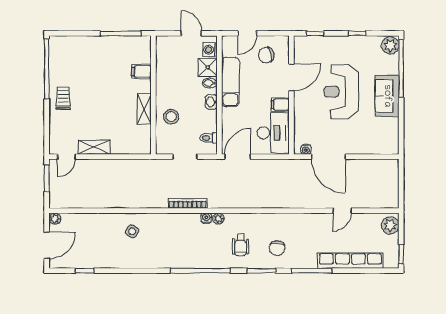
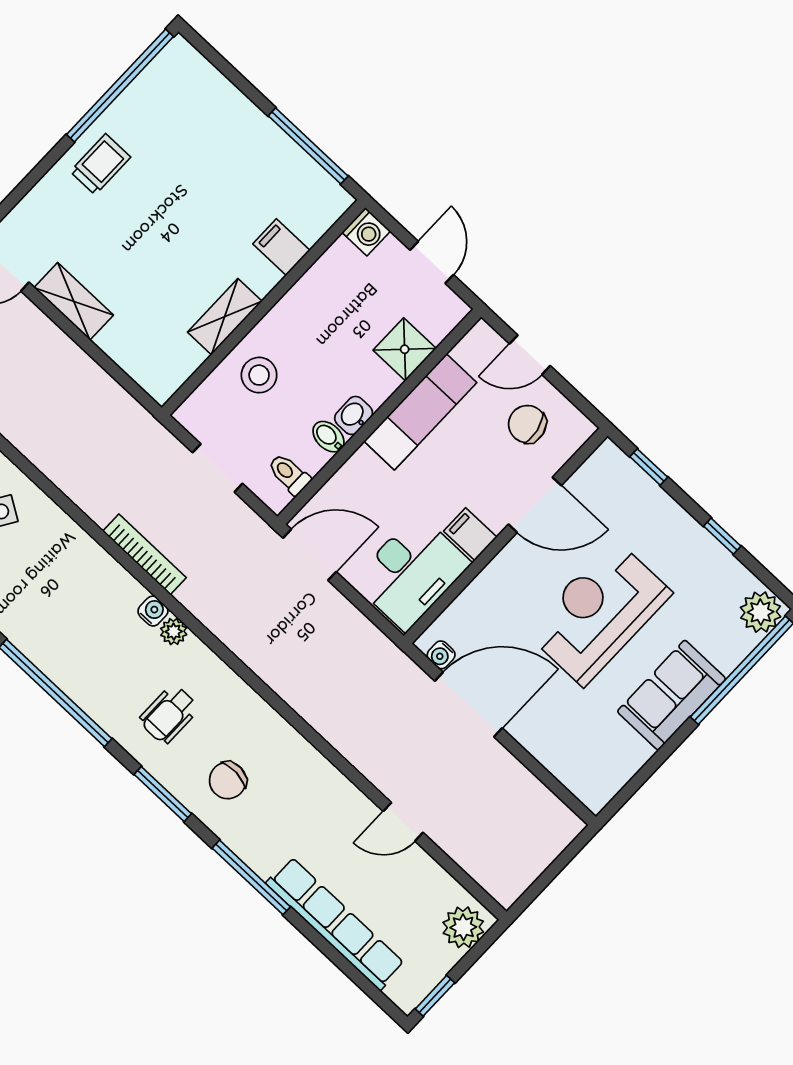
washing machine: (210, 50) -> (366, 232), moved, turned 180
bidet: (210, 83) -> (328, 437), moved
door: (328, 157) -> (469, 705), swing flipped

